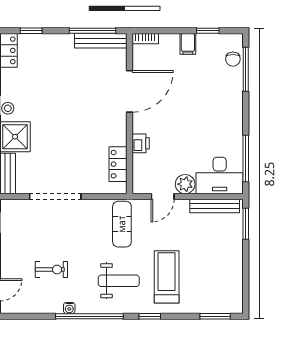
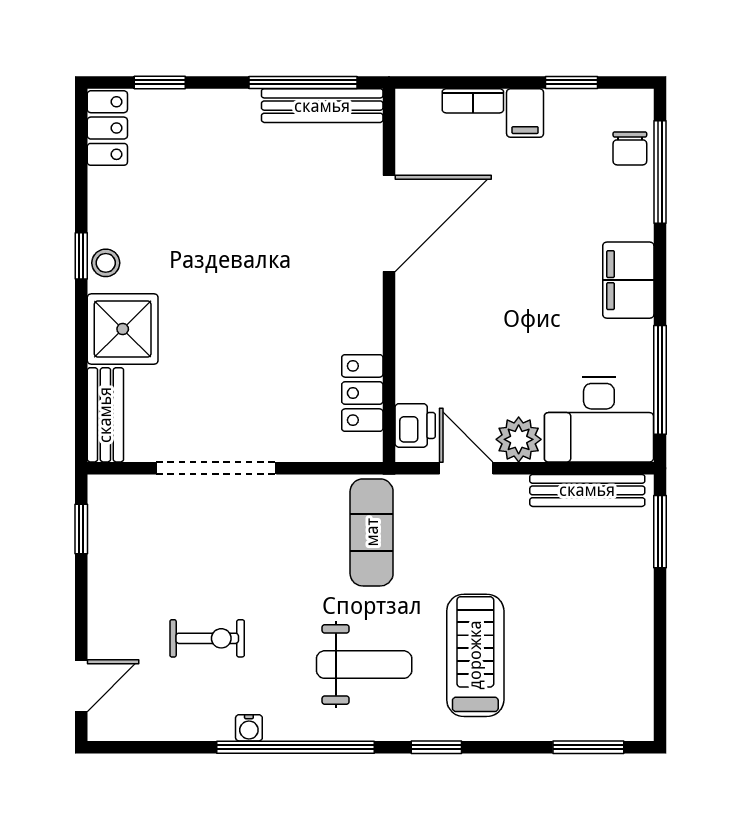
bookcase: (145, 39) -> (473, 101), moved
filing cabinet: (232, 116) -> (628, 280), added
printer: (141, 143) -> (415, 425), moved
door: (163, 196) -> (466, 468), swing flipped

